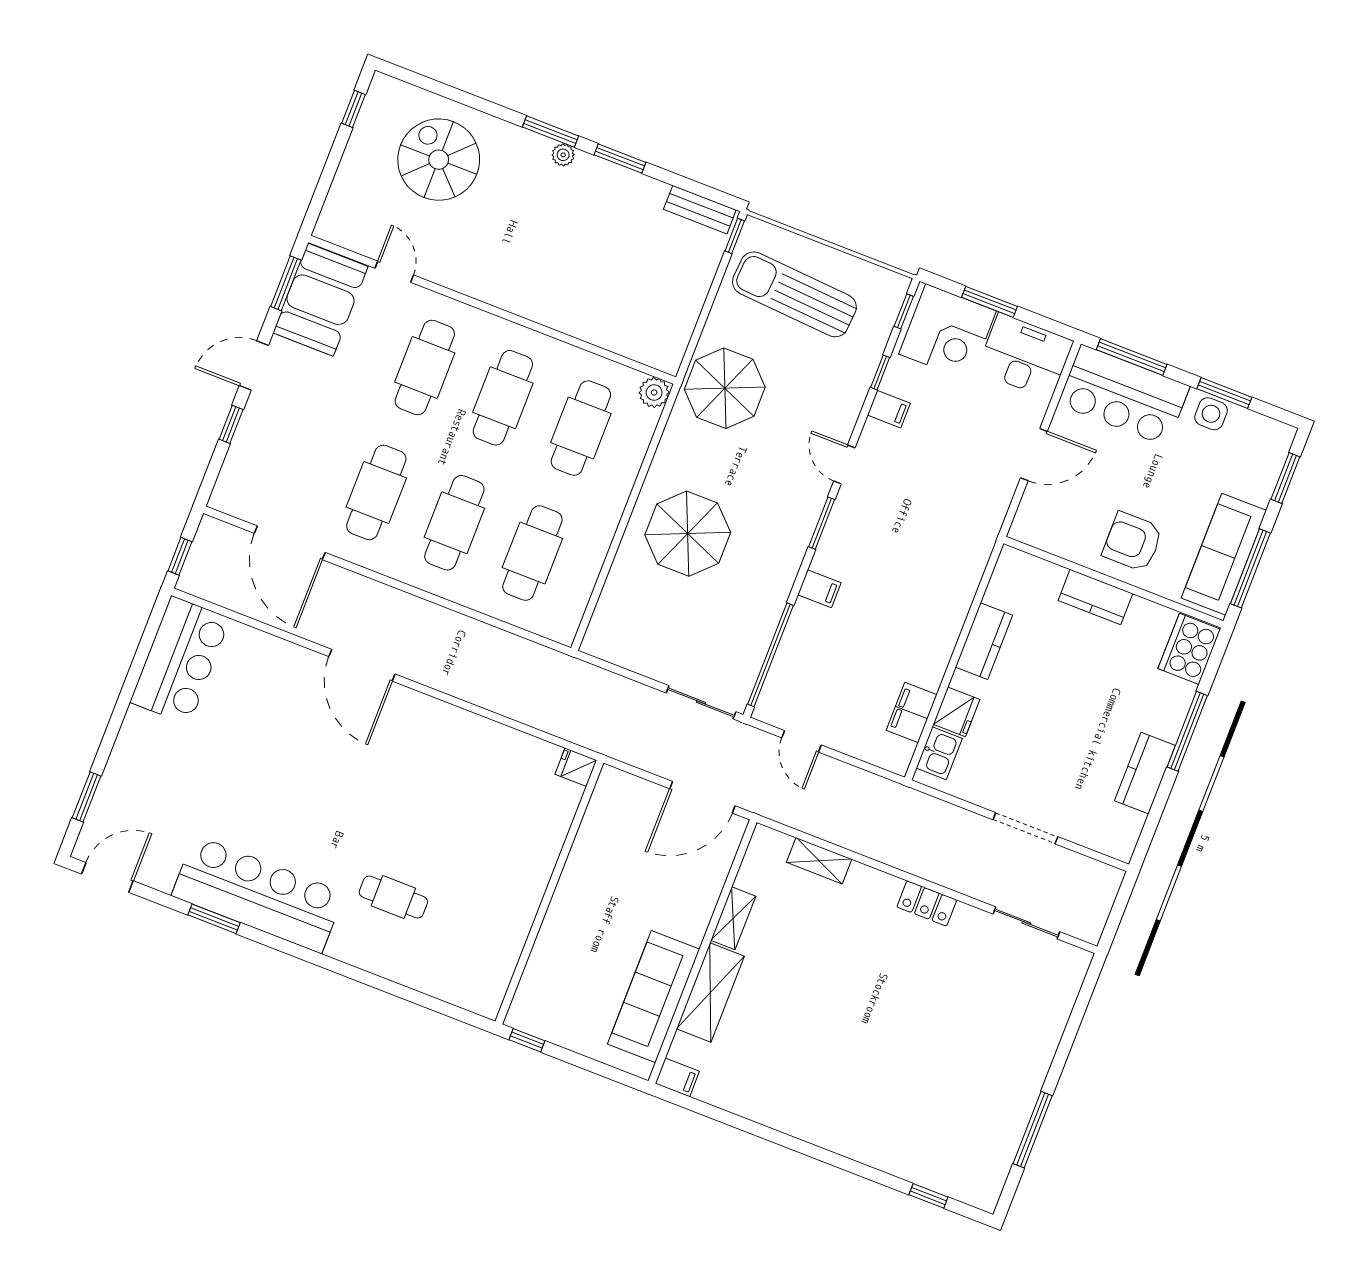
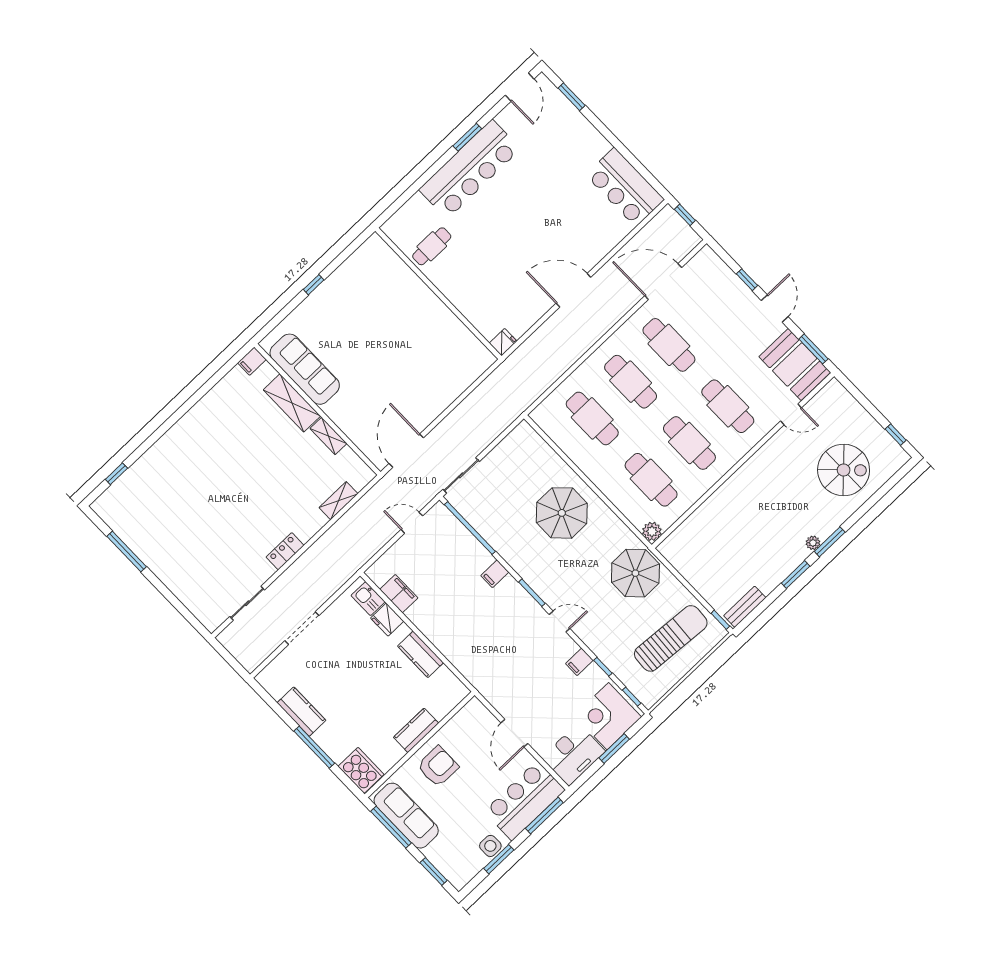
fridge: (576, 767) -> (503, 342), moved
wall: (549, 892) -> (438, 293), moved

